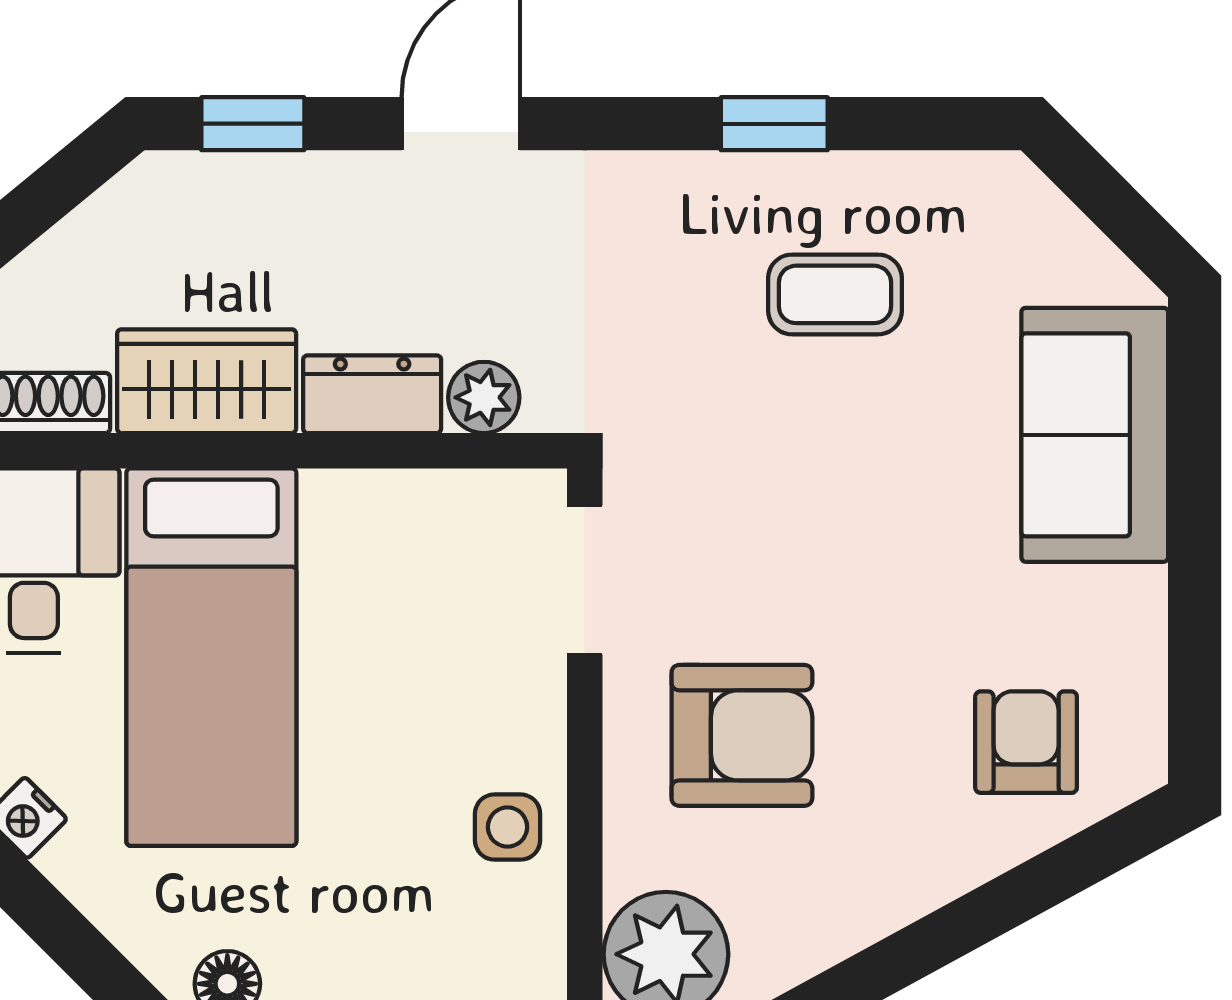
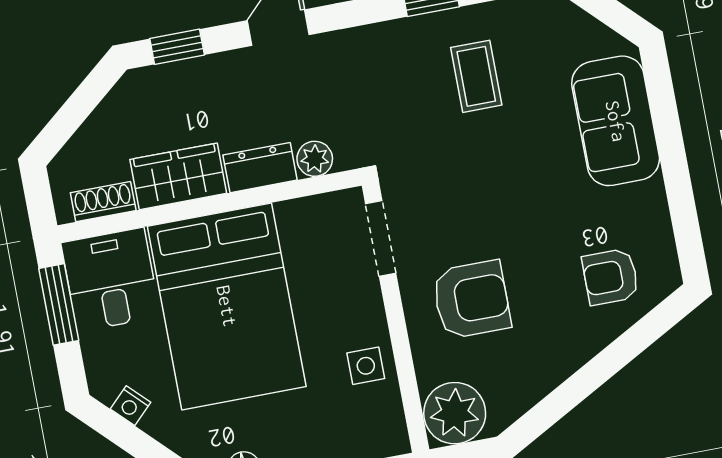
coffee table: (835, 294) -> (476, 76), turned 90
bed: (211, 657) -> (227, 306), width x1.50
armchair: (1026, 742) -> (610, 277), turned -90

